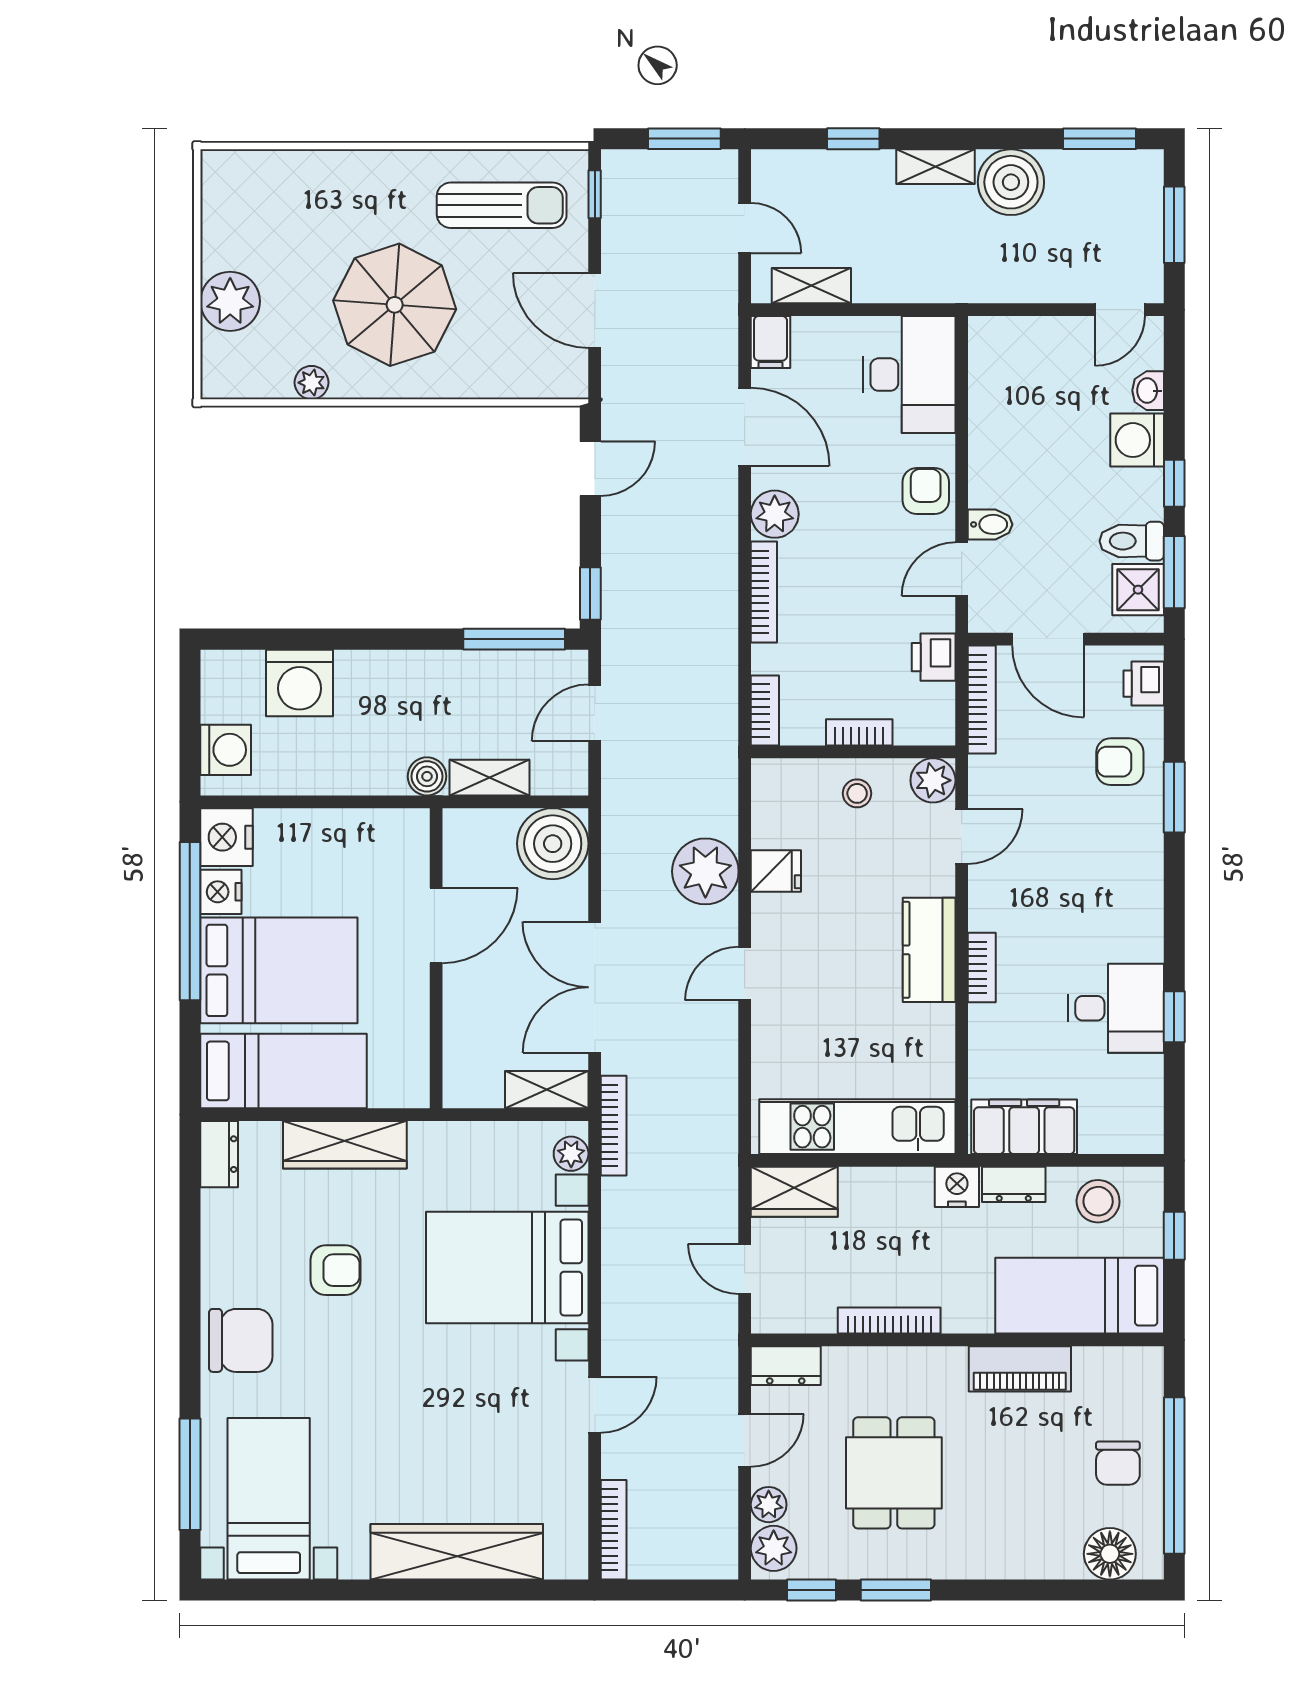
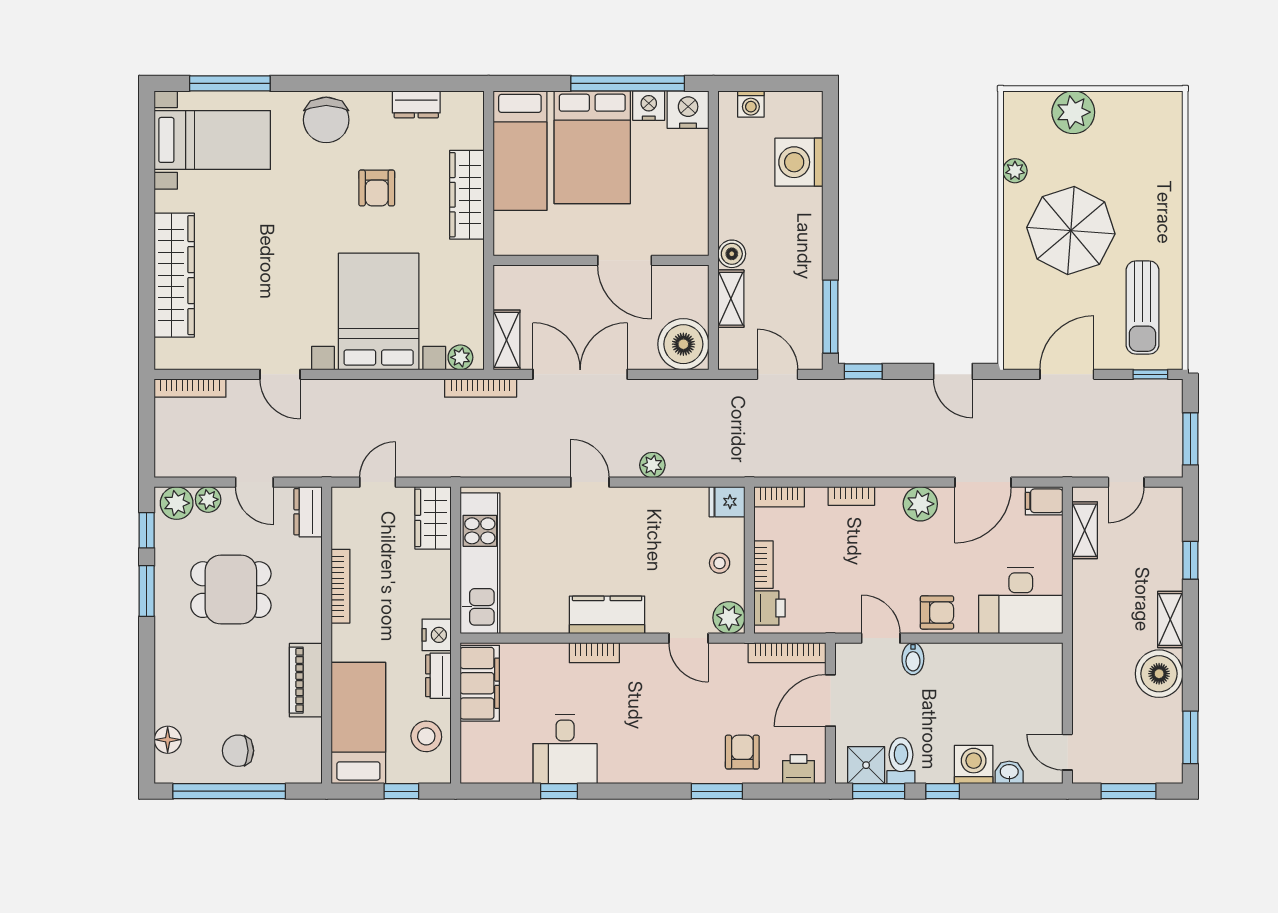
bookcase: (764, 592) -> (851, 496), width x0.64
printer: (934, 657) -> (770, 608), moved, turned 90
washing machine: (226, 750) -> (751, 104), width x0.73, depth x0.73
plant: (705, 871) -> (652, 465), width x0.53, depth x0.53
fridge: (776, 871) -> (727, 502), moved, turned 90
dresser: (219, 1154) -> (416, 104), moved
floor lamp: (1110, 1554) -> (168, 740), width x0.73, depth x0.73

